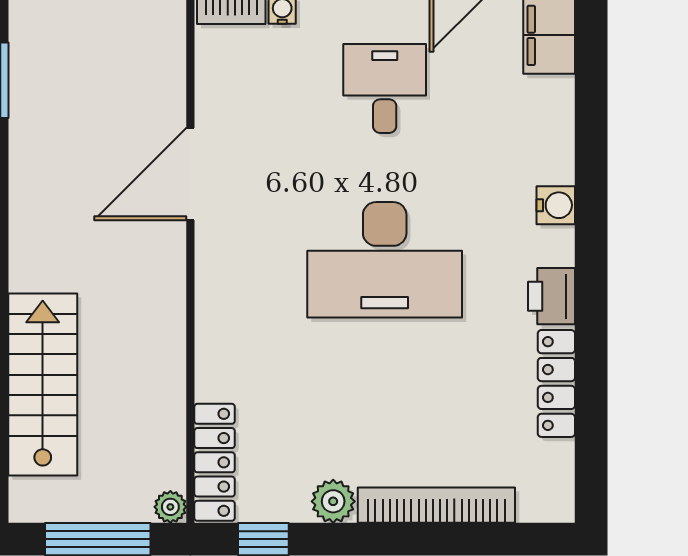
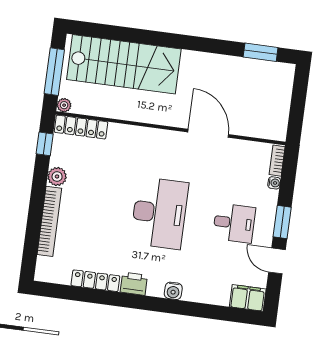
desk: (385, 260) -> (159, 213), turned 180
stairs: (43, 384) -> (124, 64), width x1.36, depth x1.51

